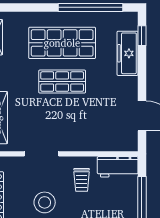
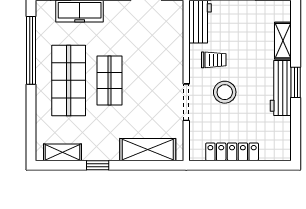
stool: (45, 202) -> (225, 92), moved

